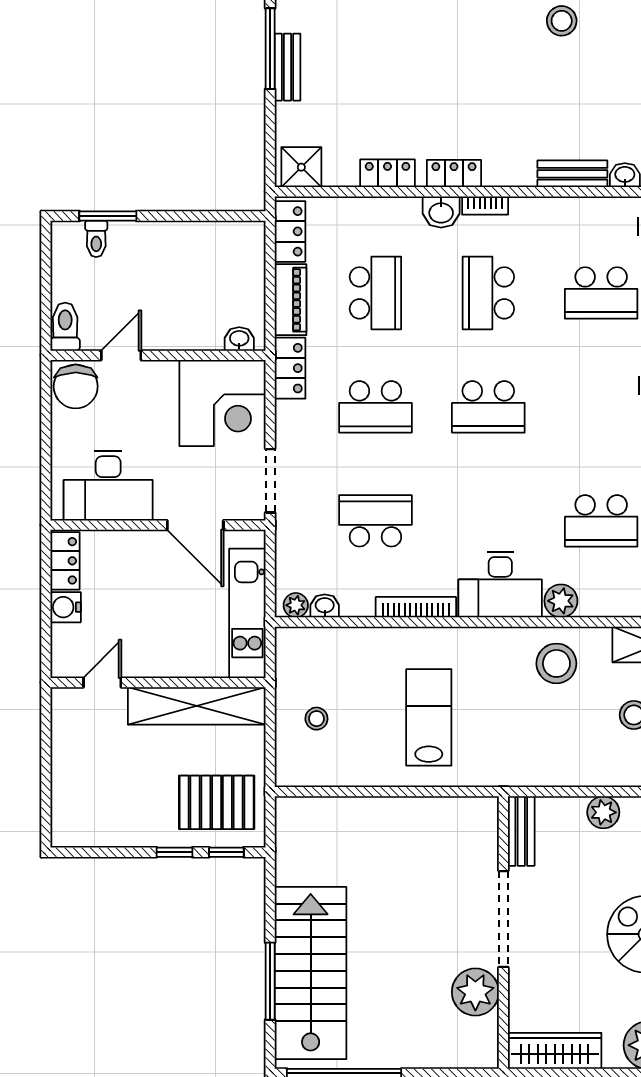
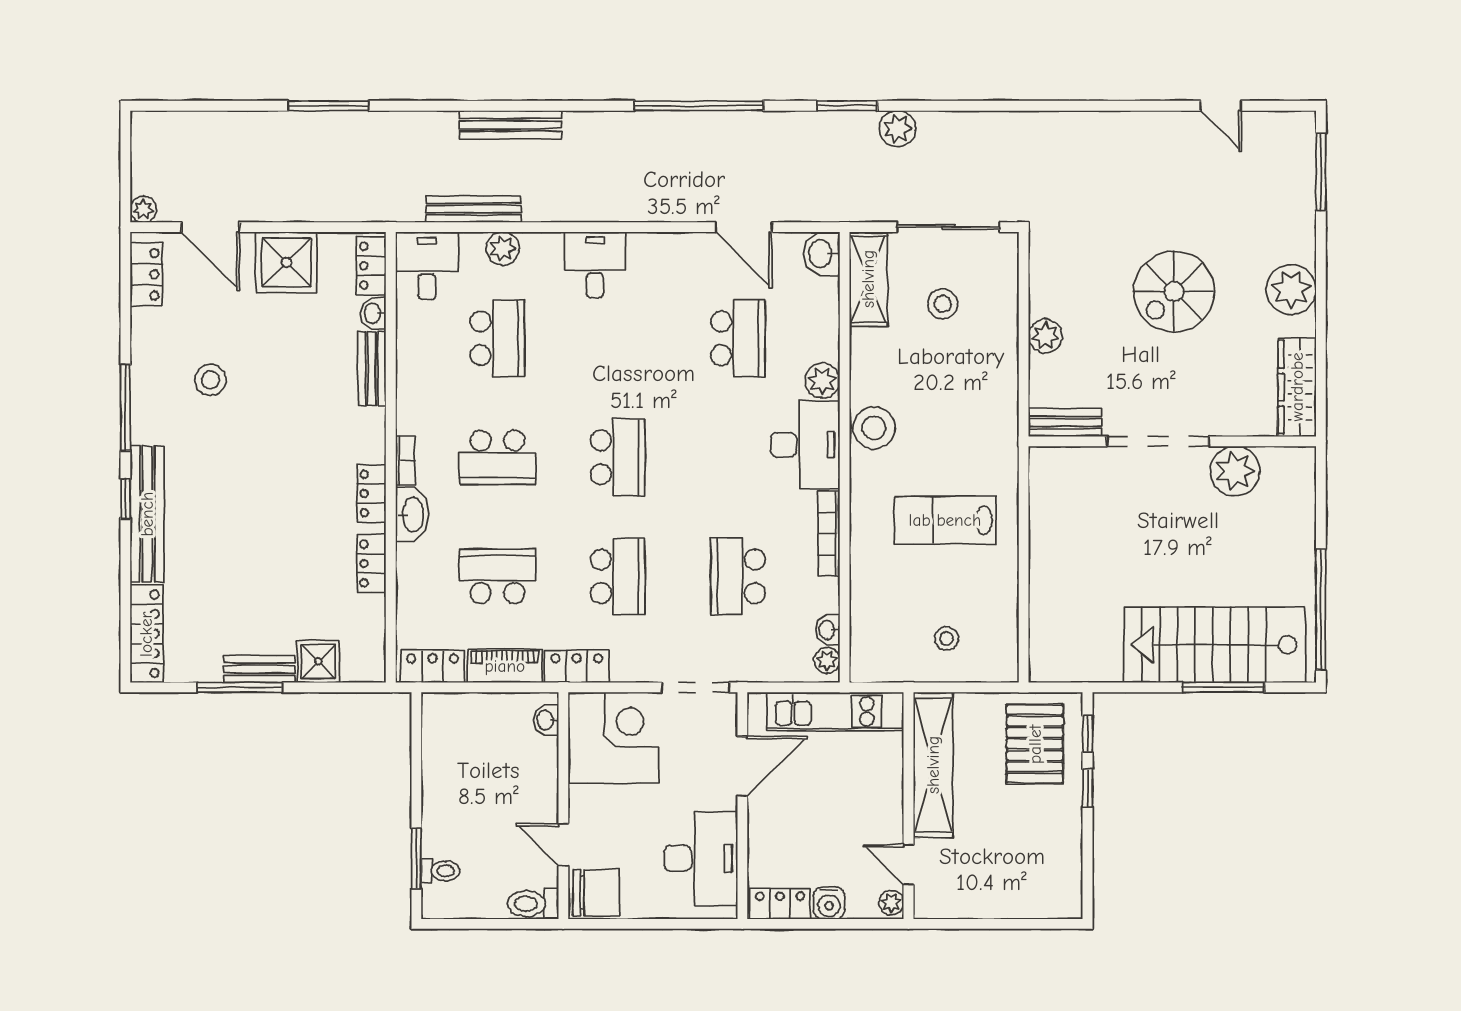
shower: (301, 167) -> (318, 661), moved
washbasin: (441, 212) -> (412, 515), width x1.38
stool: (556, 663) -> (874, 428), moved
plant: (66, 666) -> (891, 903), added

